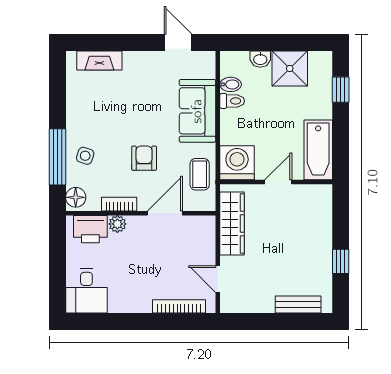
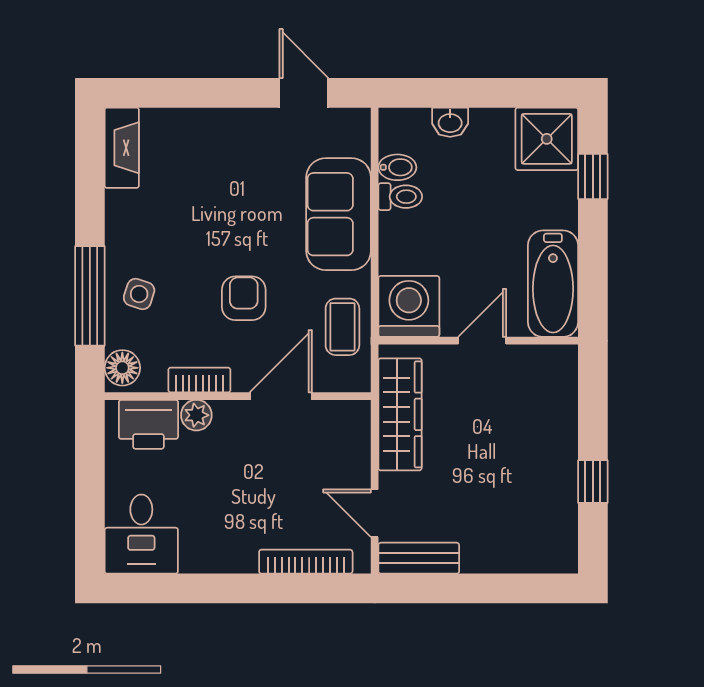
fireplace: (99, 60) -> (122, 148), moved, turned -90
shower: (290, 68) -> (547, 139), moved
bench: (298, 305) -> (419, 558), moved

